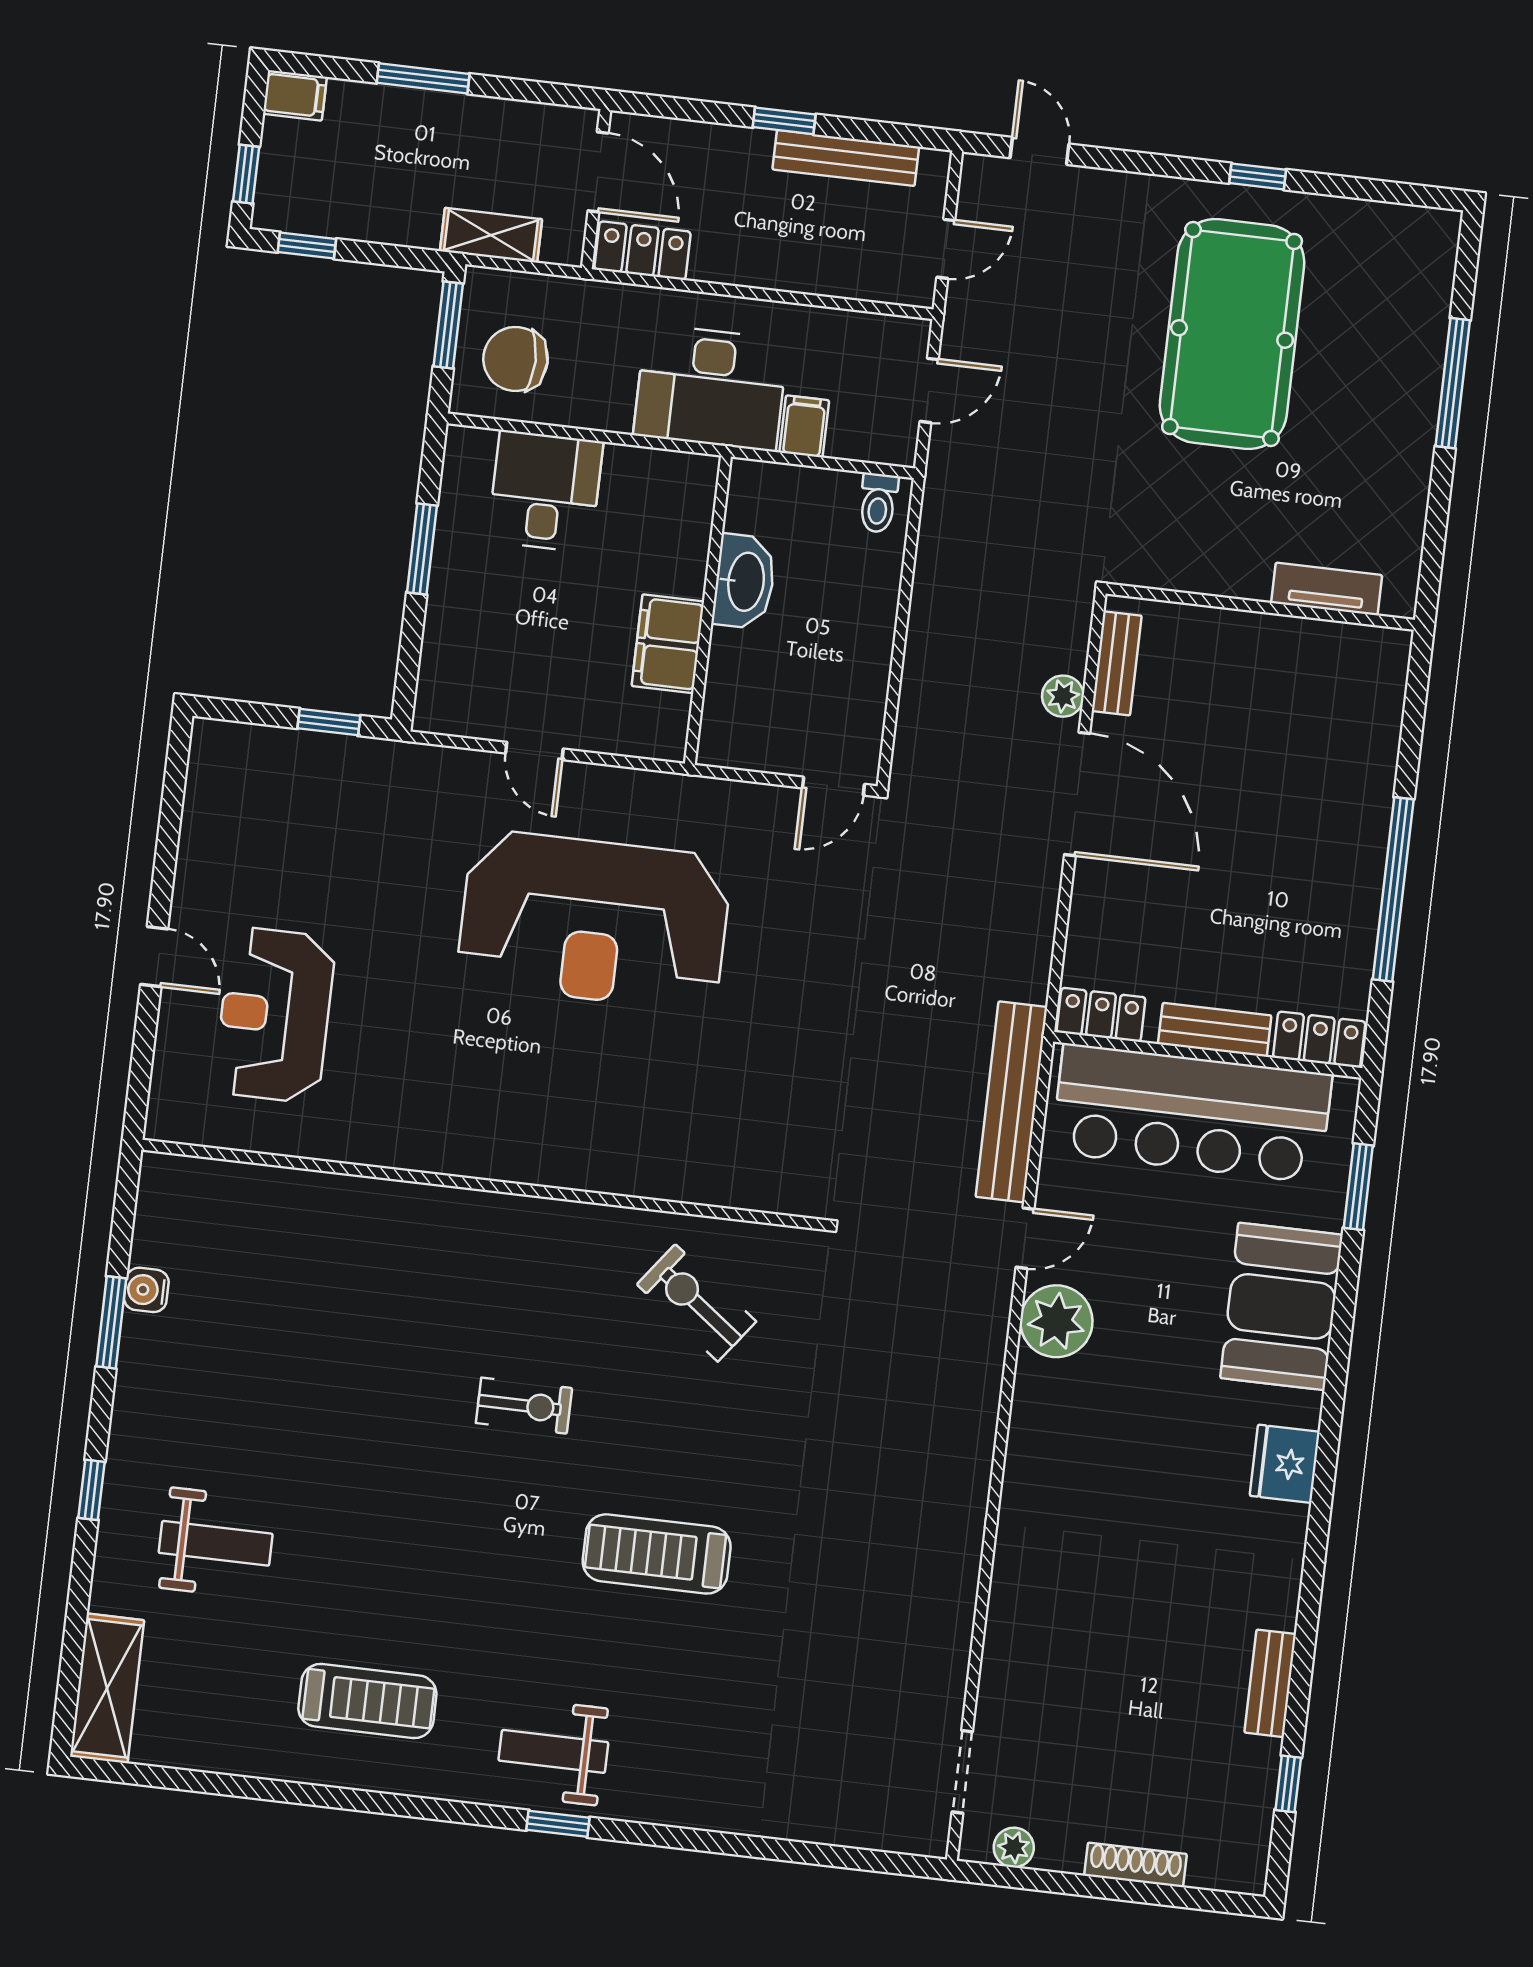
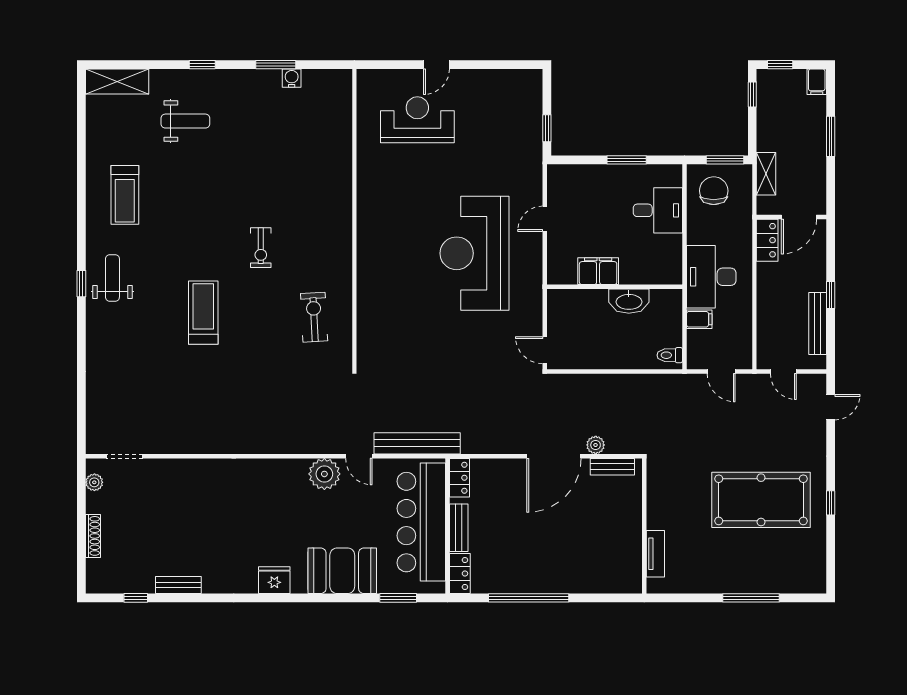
exercise bike: (697, 1303) -> (314, 317), turned -40
weight bench: (216, 1543) -> (185, 121), turned -90

